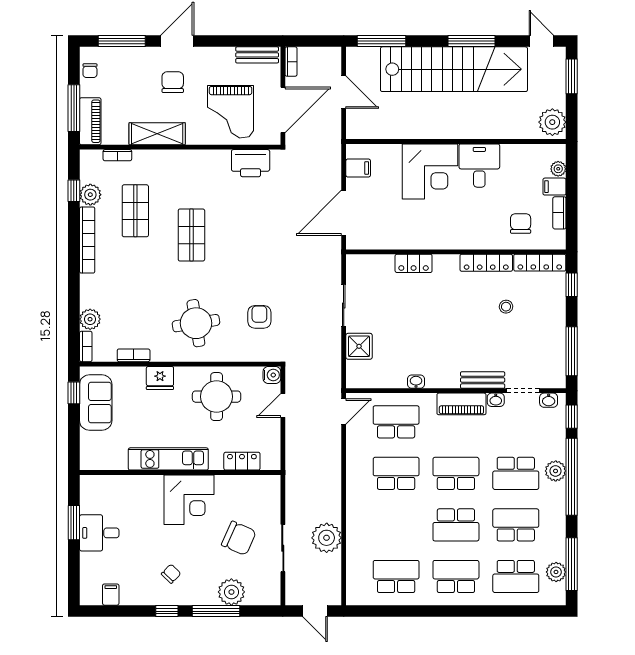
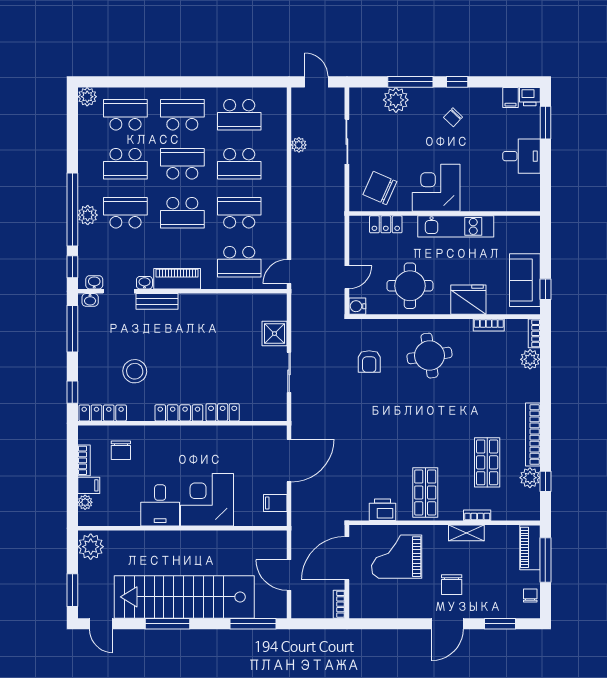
window: (122, 41) -> (500, 624), width x0.69
bench: (257, 55) -> (371, 611), removed
grand piano: (231, 112) -> (397, 557), turned -90
shelving: (157, 134) -> (466, 533), width x0.67, depth x0.75
bookcase: (117, 155) -> (477, 515), moved
printer: (251, 163) -> (383, 510), width x0.73, depth x0.84
shop shelf: (191, 235) -> (425, 492), moved
locker: (486, 263) -> (179, 413), moved
stool: (506, 307) -> (135, 371), width x1.89, depth x1.89
fridge: (160, 378) -> (468, 300), width x1.36, depth x1.34
washbasin: (416, 382) -> (90, 300), moved
school desk: (396, 473) -> (239, 213), turned 180
window: (74, 523) -> (545, 123), moved
school desk: (396, 525) -> (239, 164), added
chair: (239, 538) -> (380, 188), moved
plant: (327, 538) -> (299, 145), width x0.53, depth x0.53
window: (572, 564) -> (72, 126), removed
plant: (556, 572) -> (87, 97), moved
school desk: (456, 576) -> (182, 115), turned 180
printer: (90, 596) -> (530, 97), added

